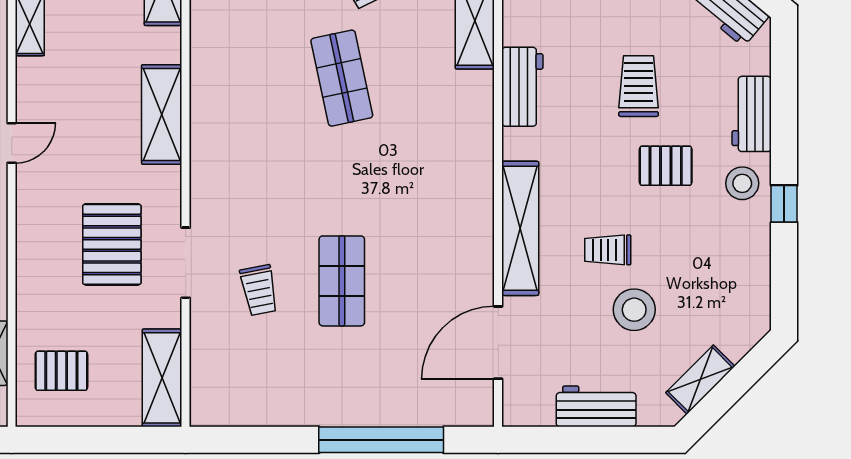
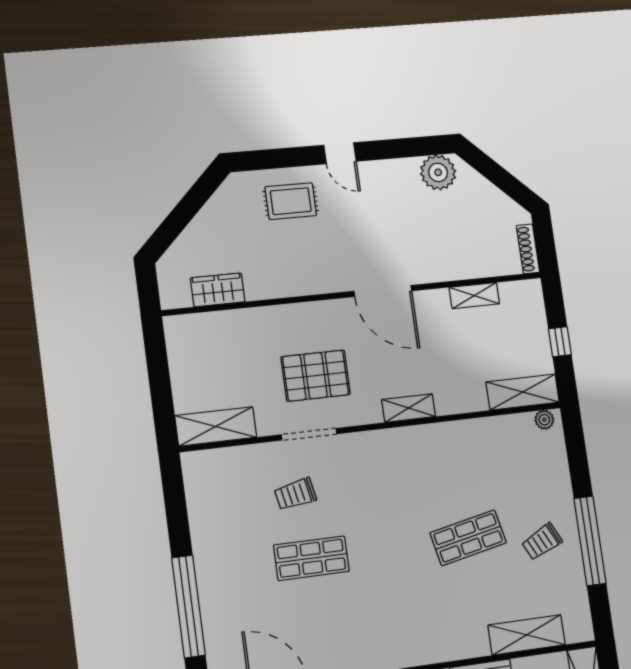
shelving: (162, 114) -> (409, 408), width x0.67, depth x0.75
door: (12, 143) -> (383, 291), width x1.87
pallet: (61, 371) -> (211, 347), removed

